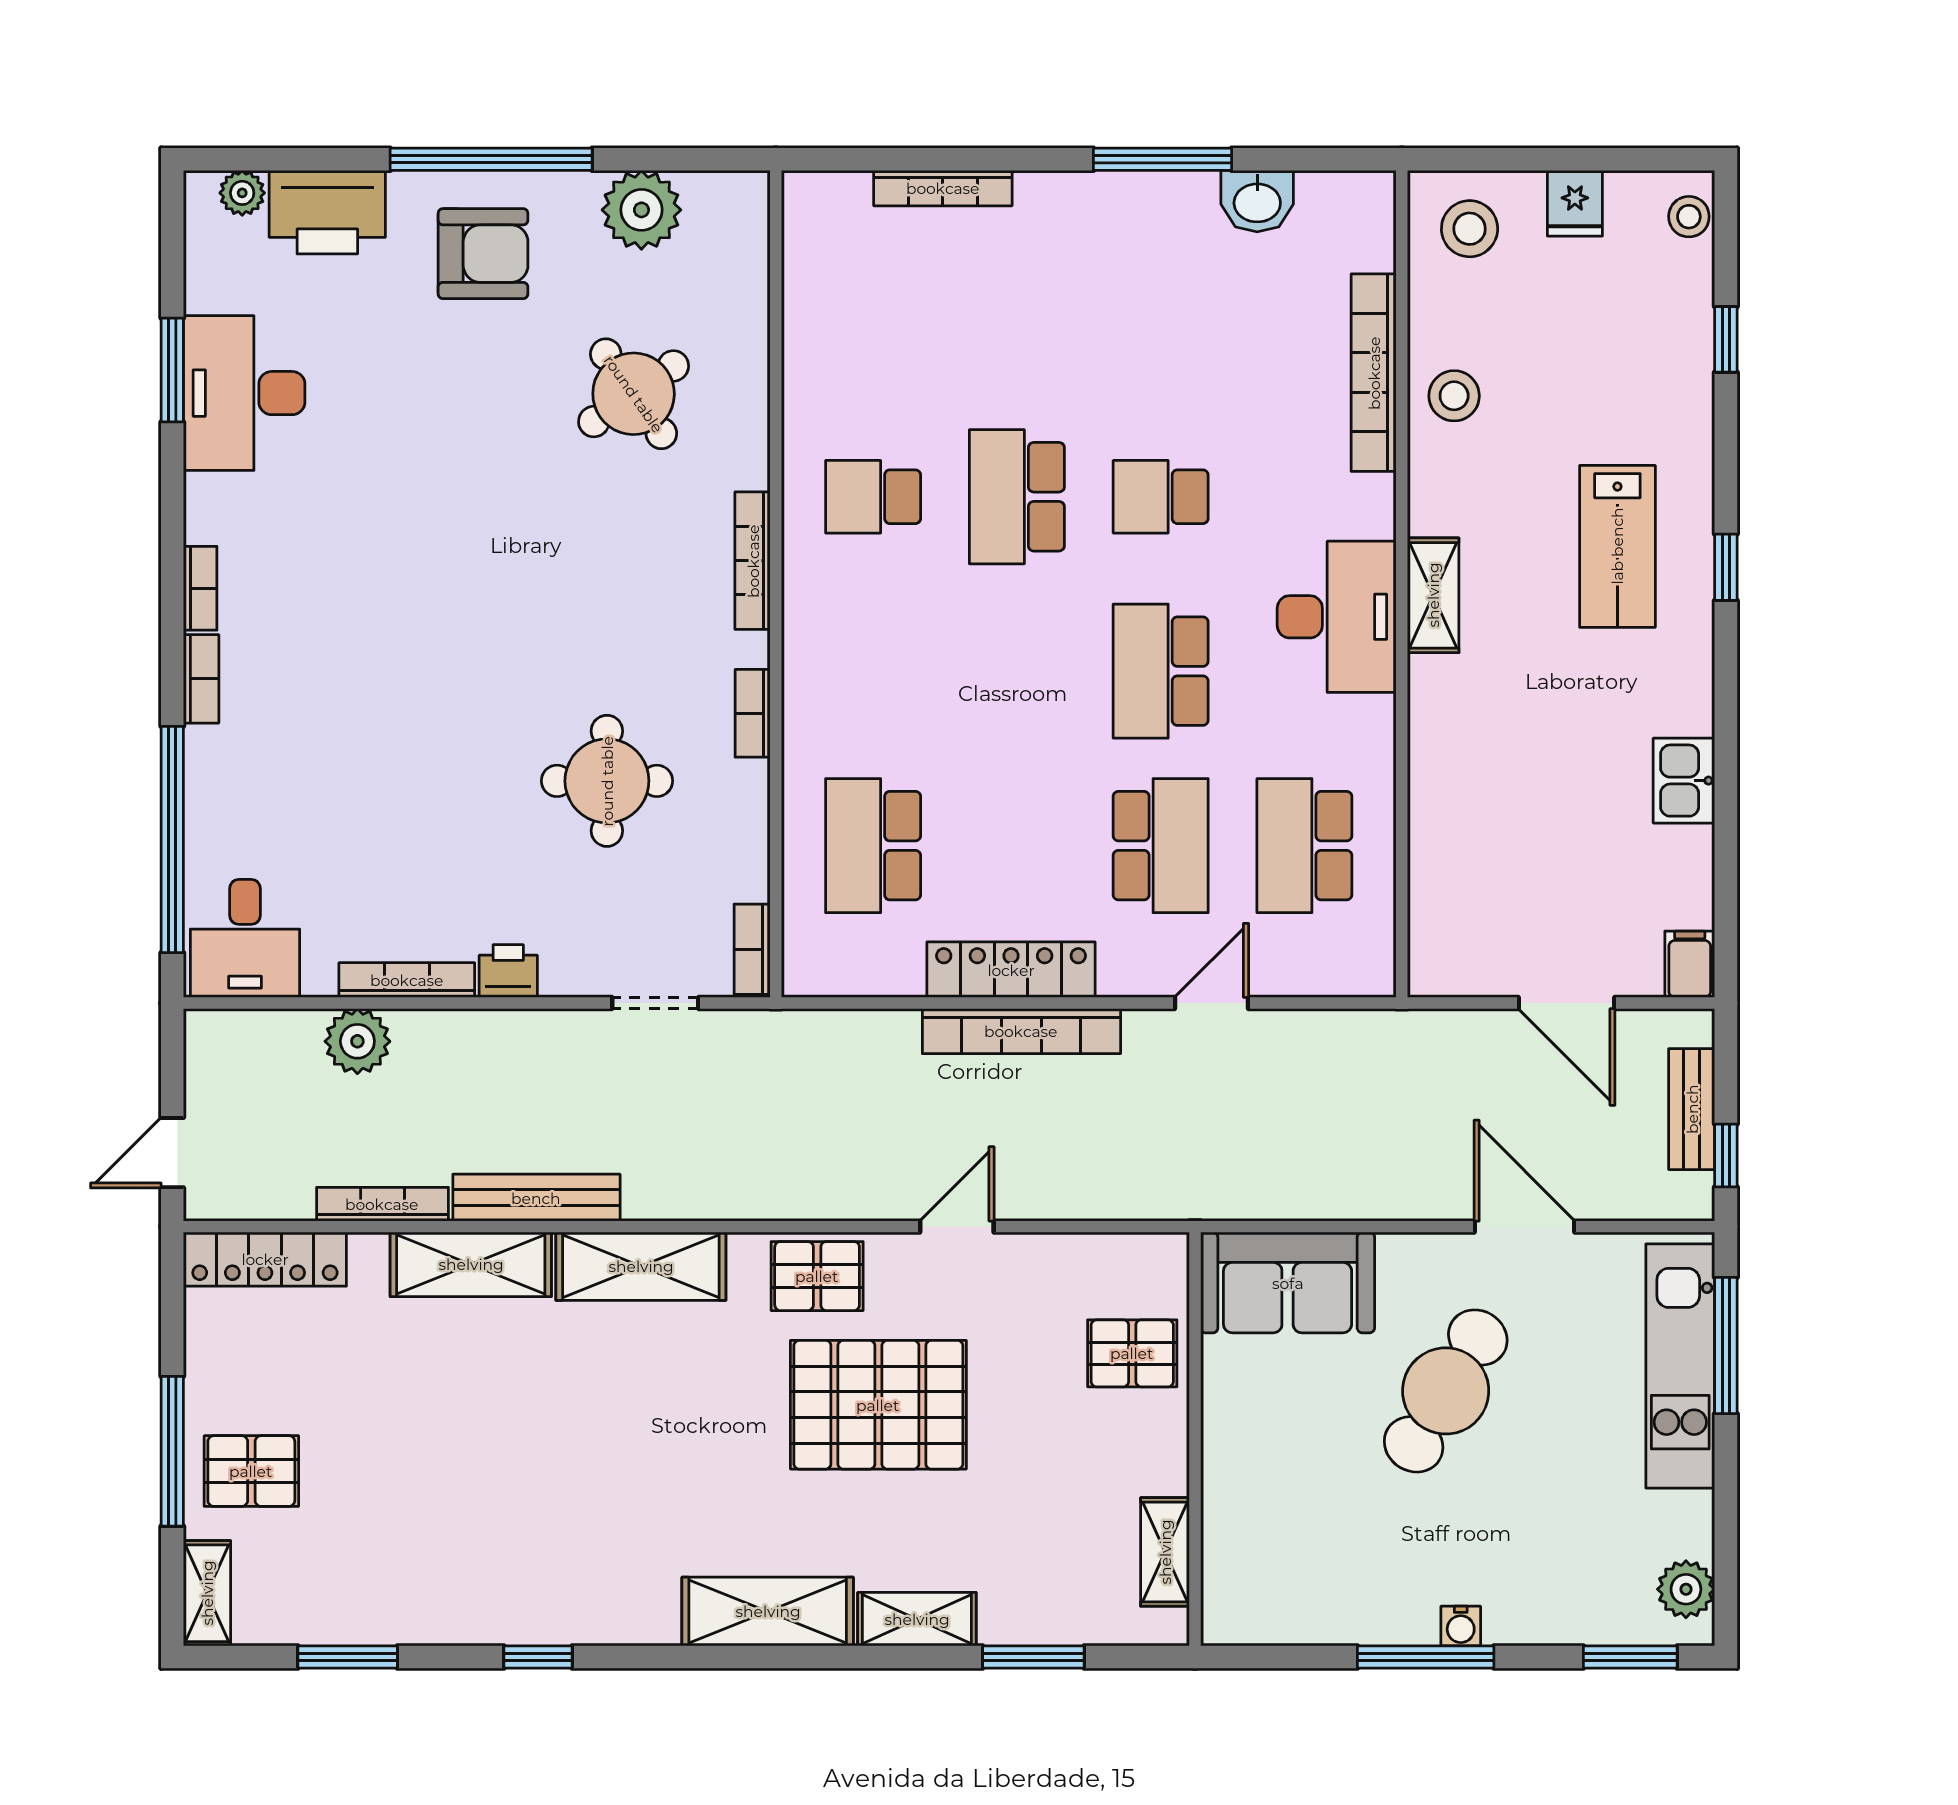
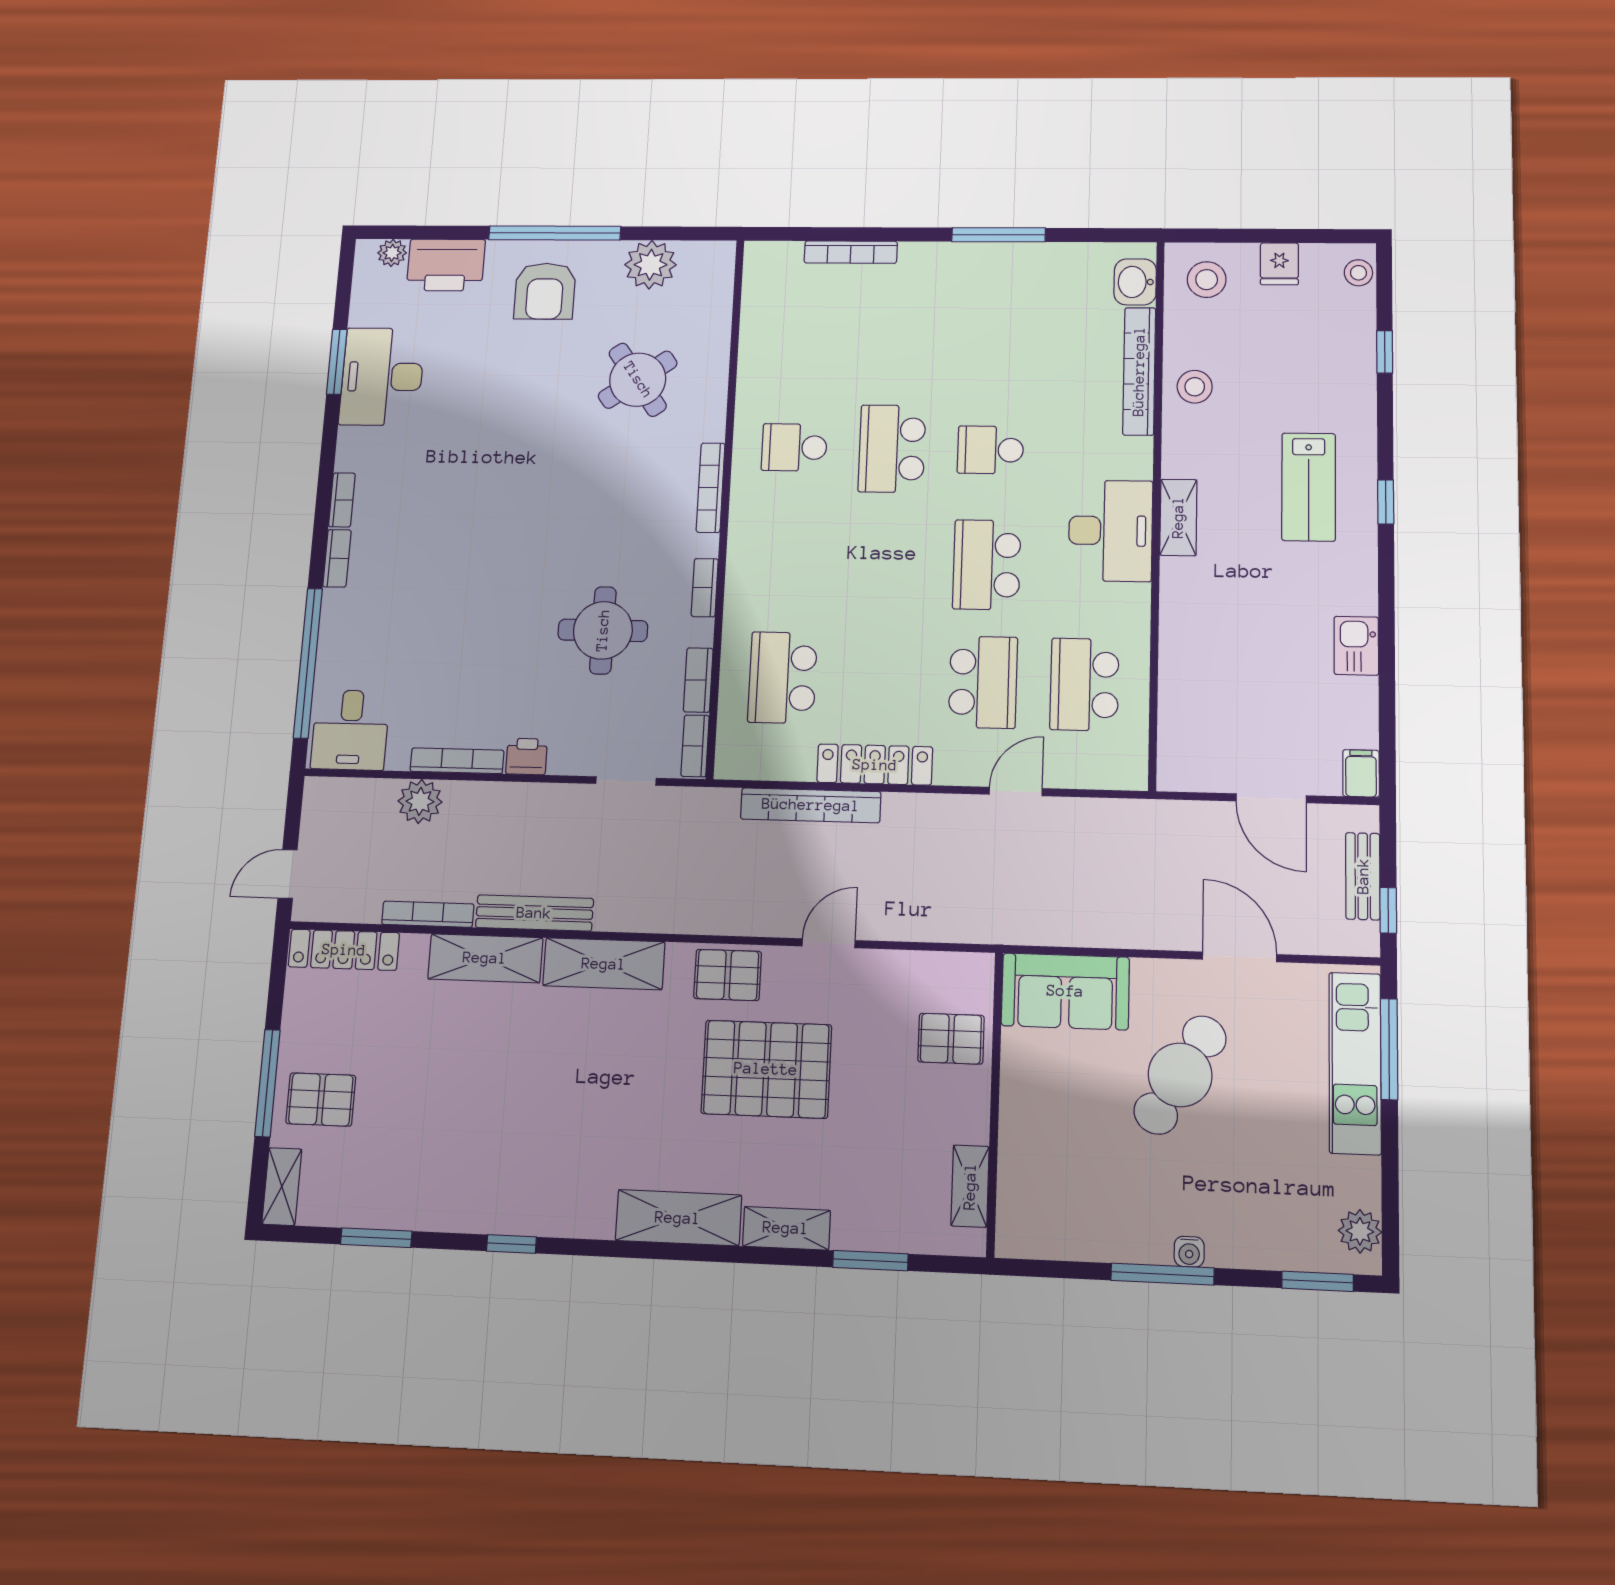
washbasin: (1257, 201) -> (1135, 282), moved, turned 90
armchair: (483, 254) -> (545, 291), turned 90
bookcase: (751, 852) -> (698, 680), added
bookcase: (1021, 1031) -> (811, 805), moved

